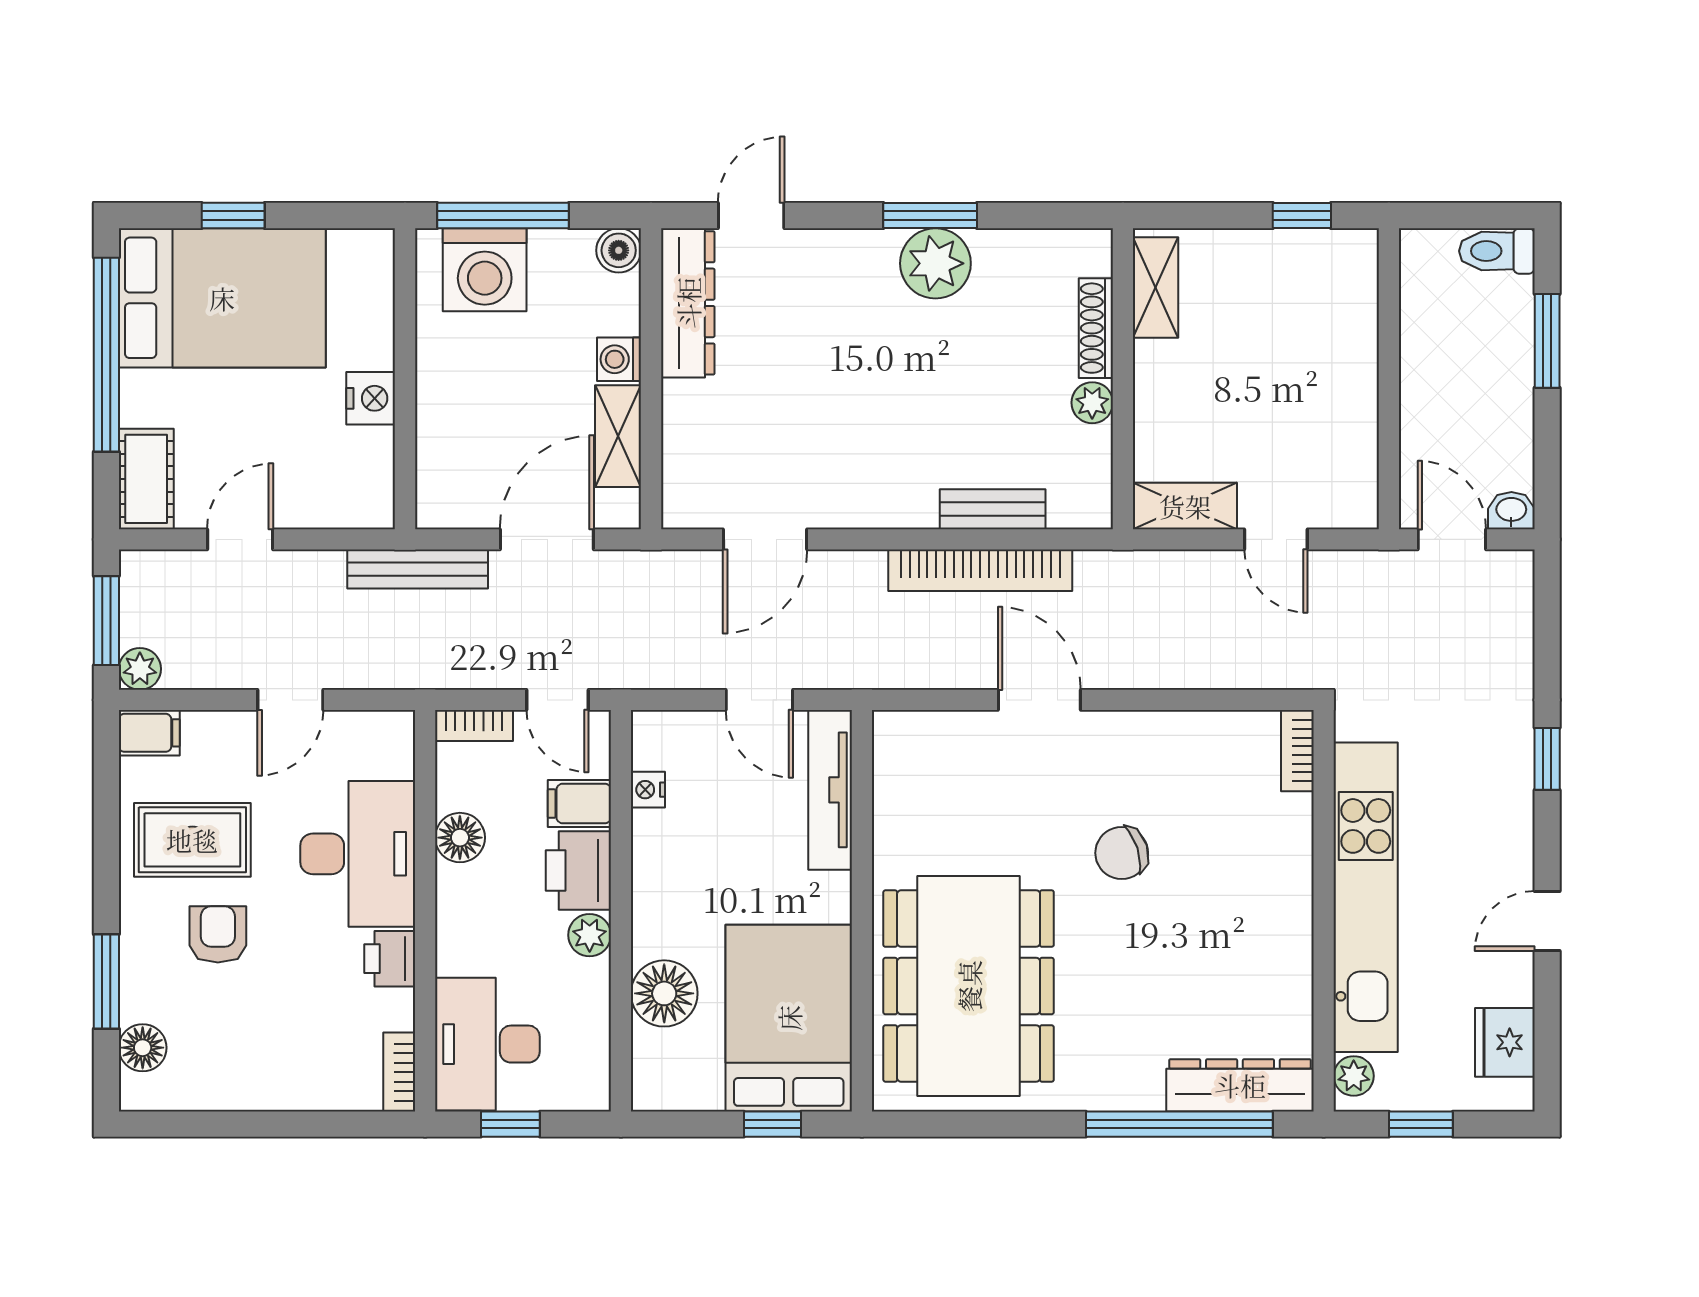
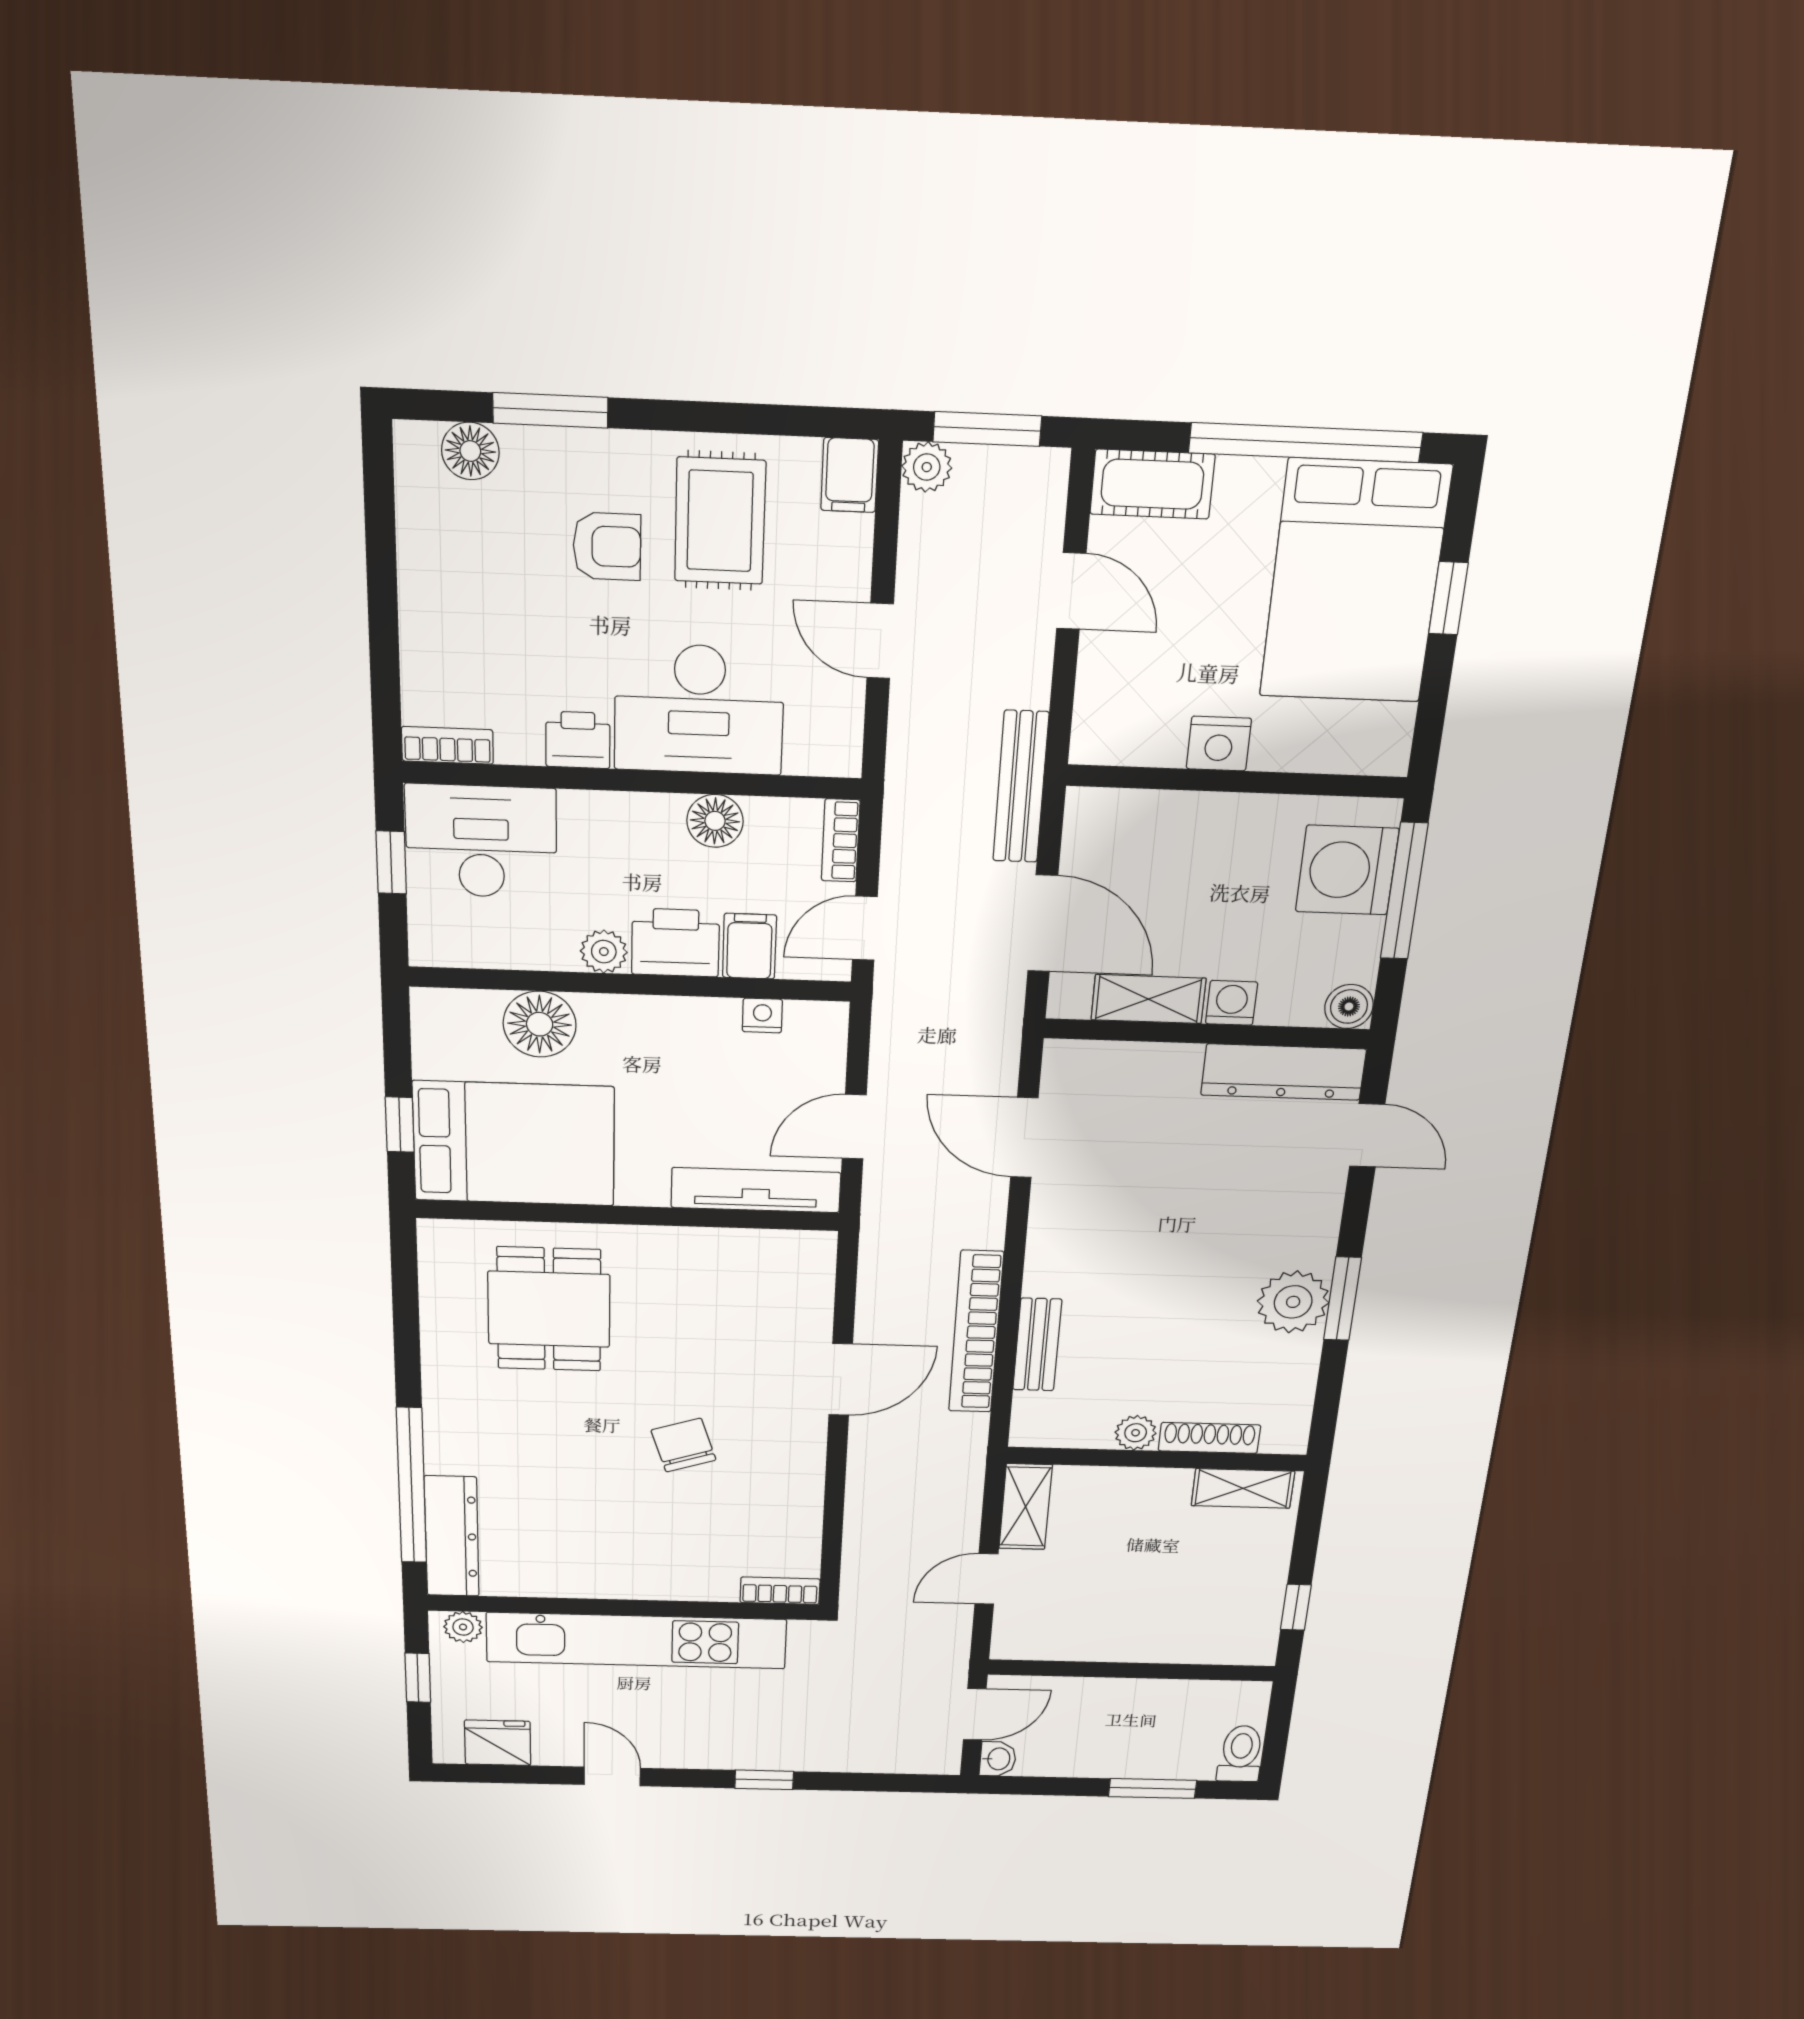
dining table: (969, 986) -> (549, 1309), width x0.53, depth x0.80

